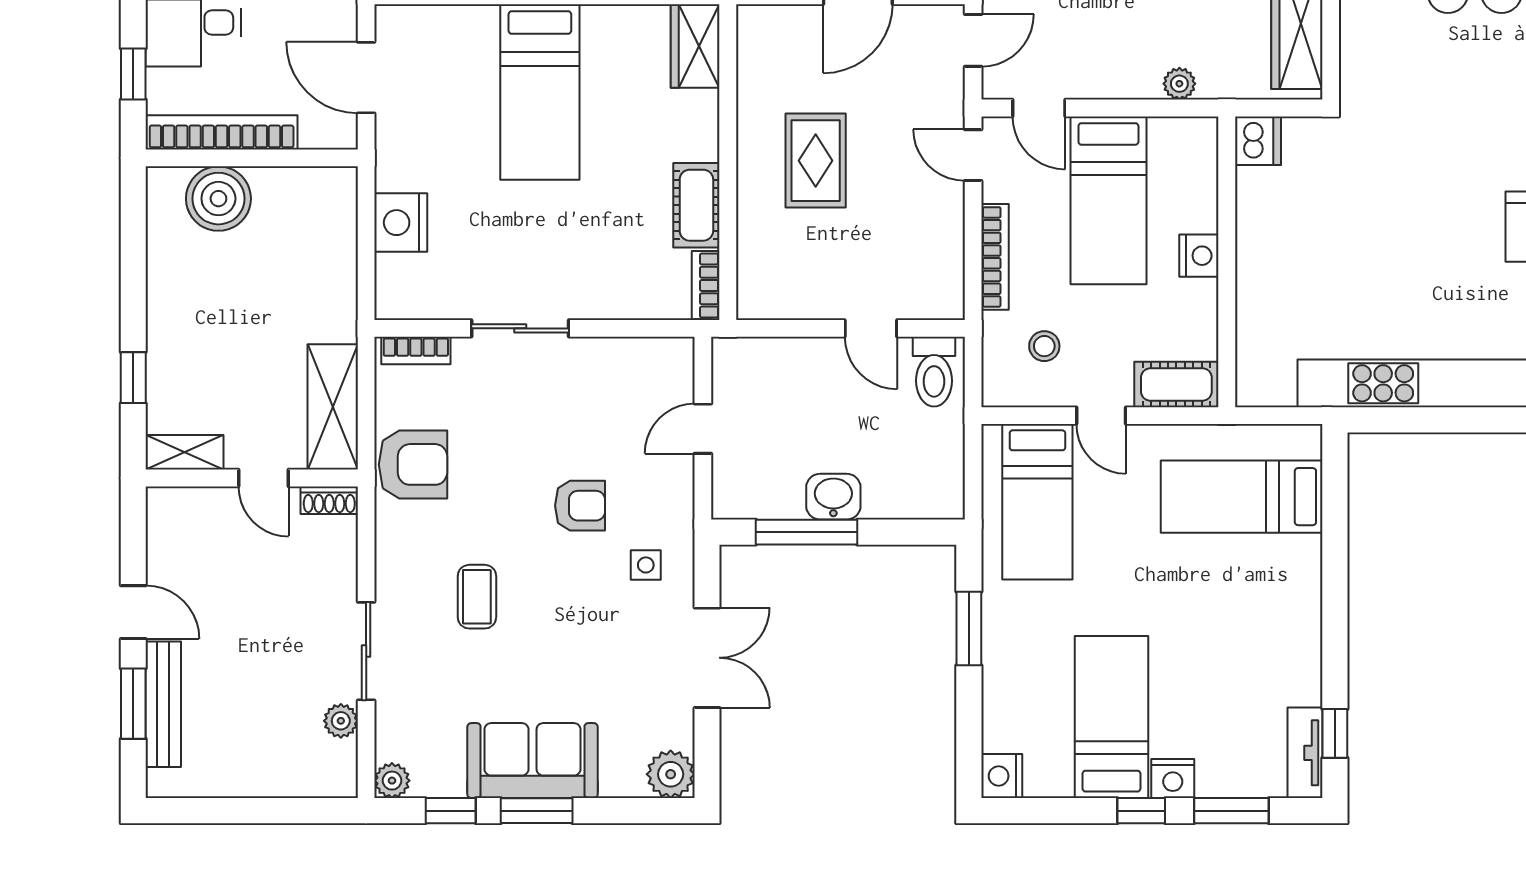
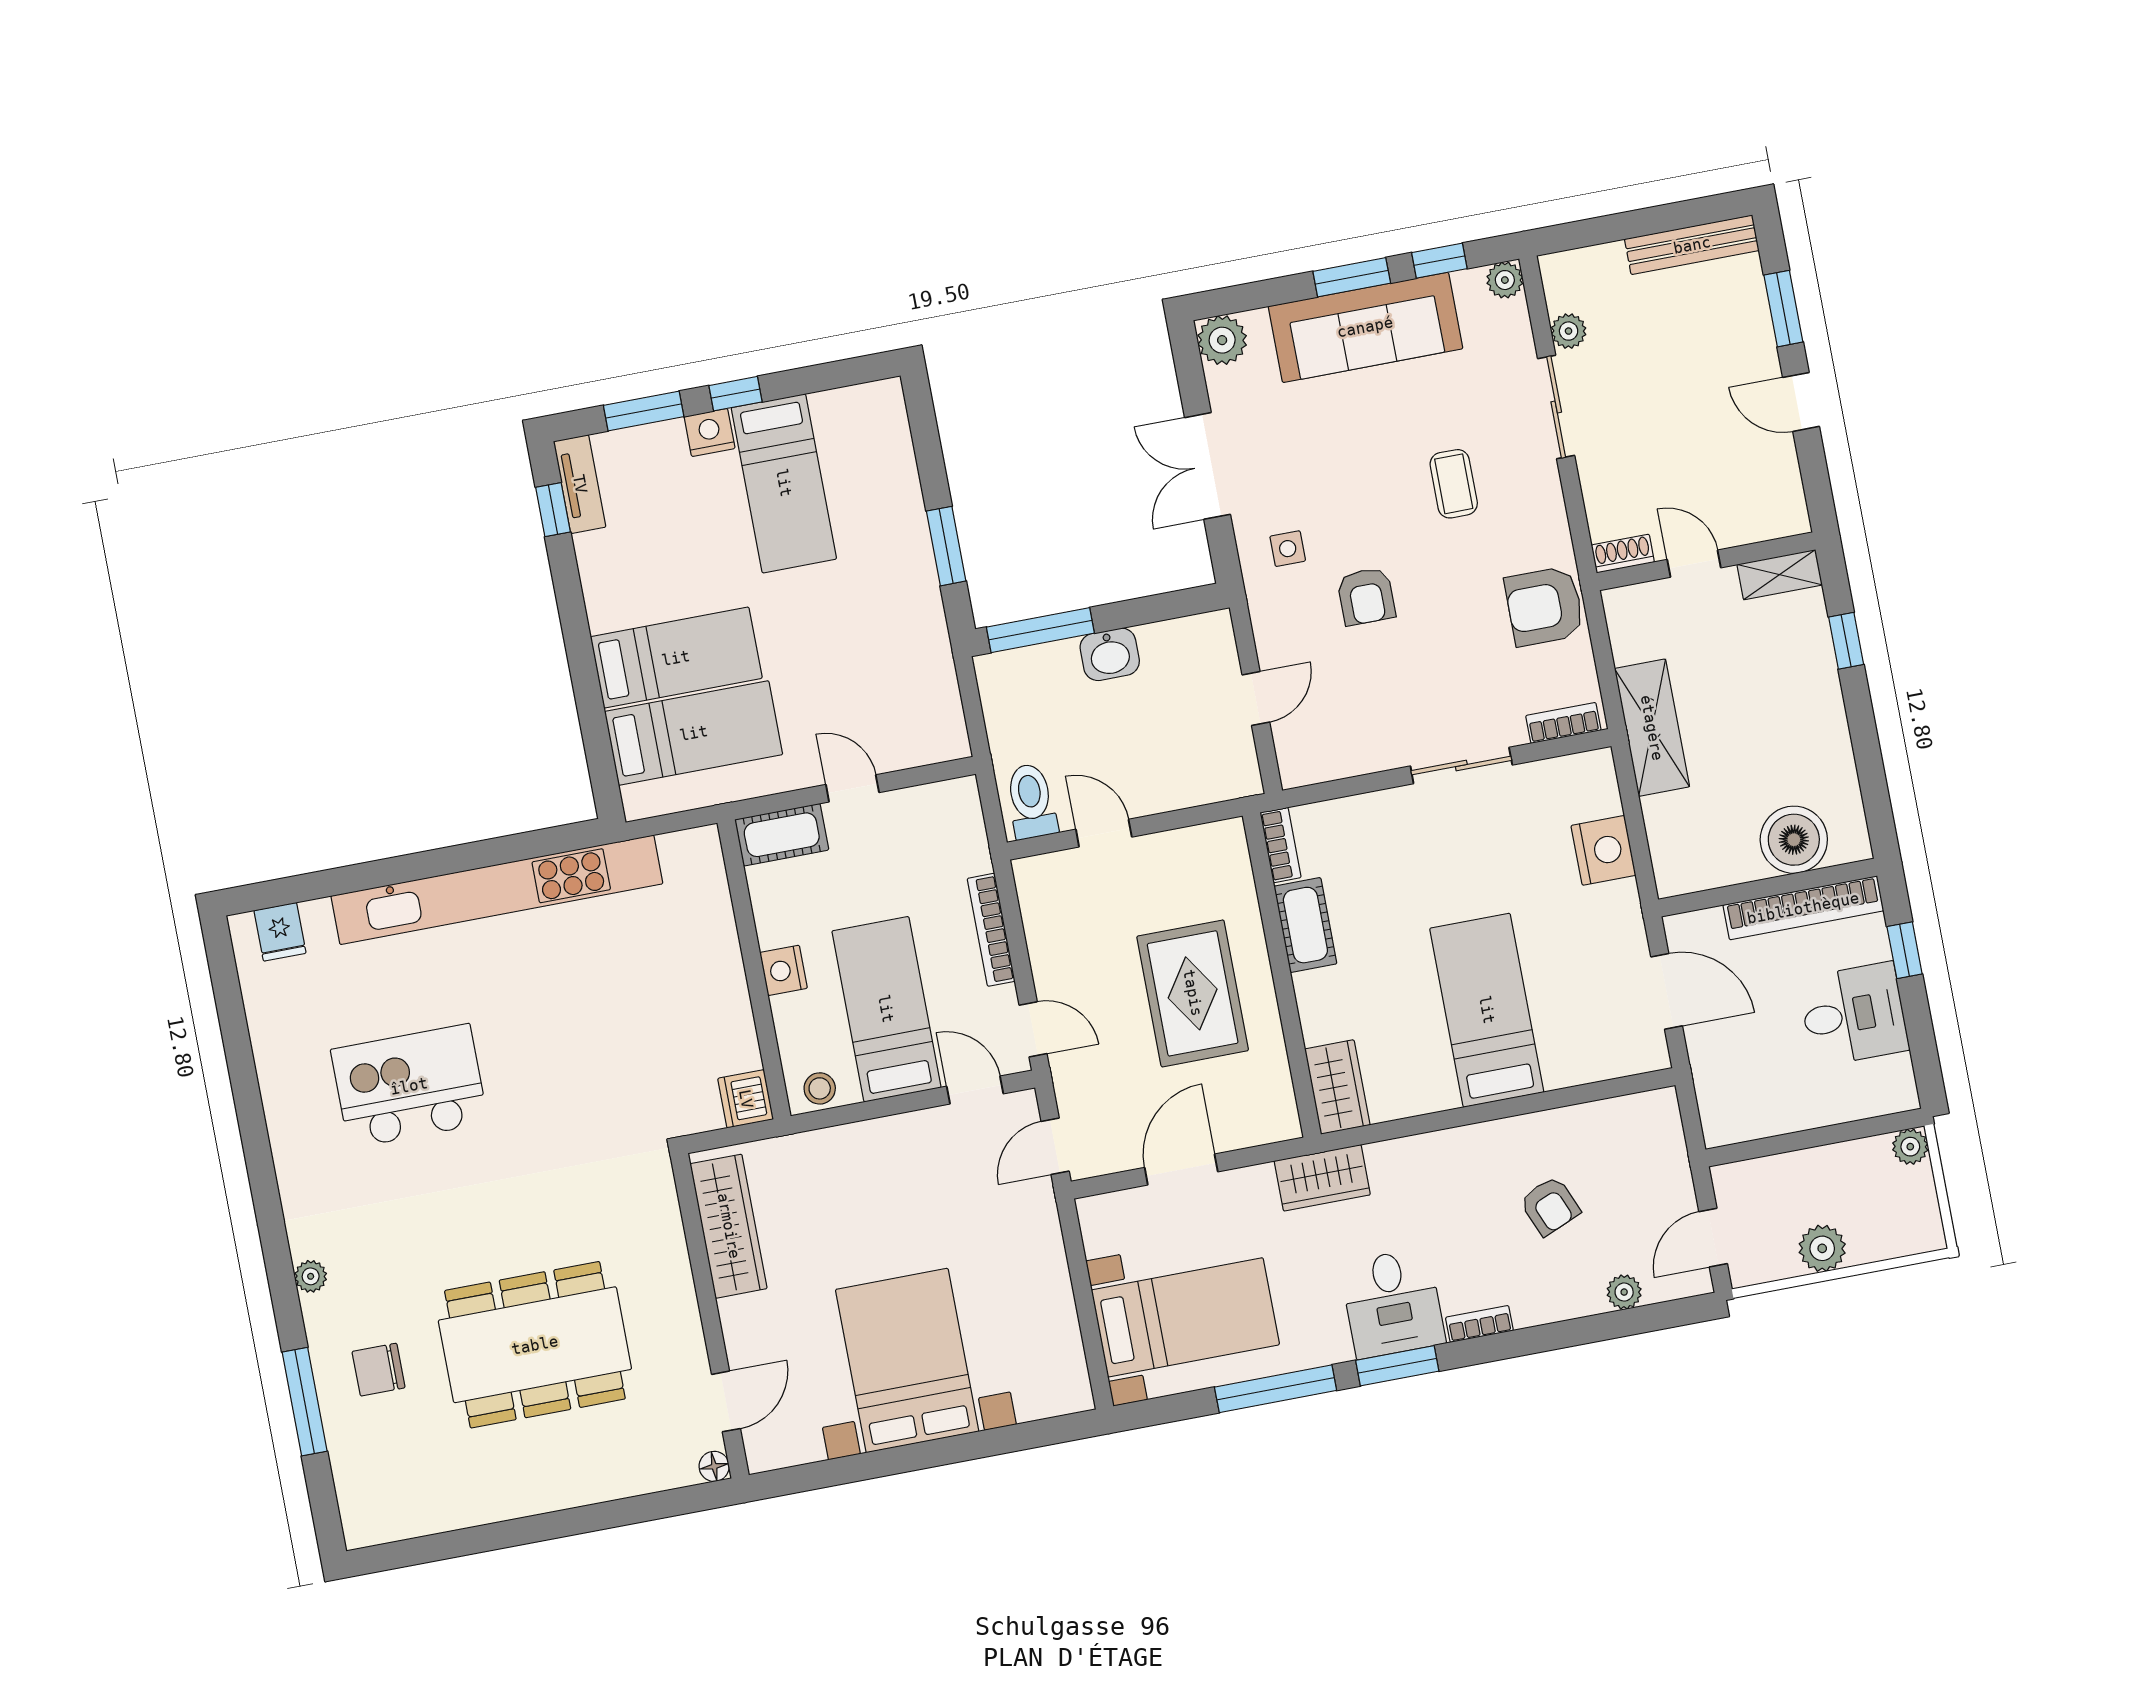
plant: (1179, 84) -> (837, 1142), removed
rug: (816, 161) -> (1193, 993), width x1.36, depth x1.43
stool: (1044, 346) -> (820, 1088), moved
shelving: (333, 407) -> (1652, 728), moved
bed: (1037, 502) -> (676, 658), moved, turned 90
armchair: (580, 506) -> (1366, 596), turned -90
window: (806, 532) -> (1040, 630), moved
bench: (163, 704) -> (1692, 245), moved, turned 90
sofa: (533, 761) -> (1365, 327), width x1.36
nightstand: (1002, 776) -> (884, 402), removed

